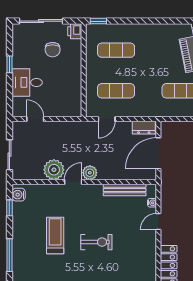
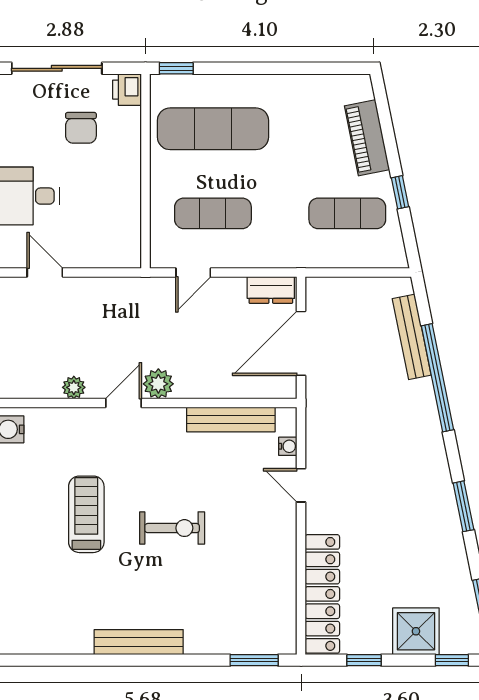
exercise mat: (116, 50) -> (213, 129), width x1.36, depth x1.45
plant: (54, 170) -> (74, 387), width x0.53, depth x0.53
door: (158, 222) -> (301, 485), hinge flipped

